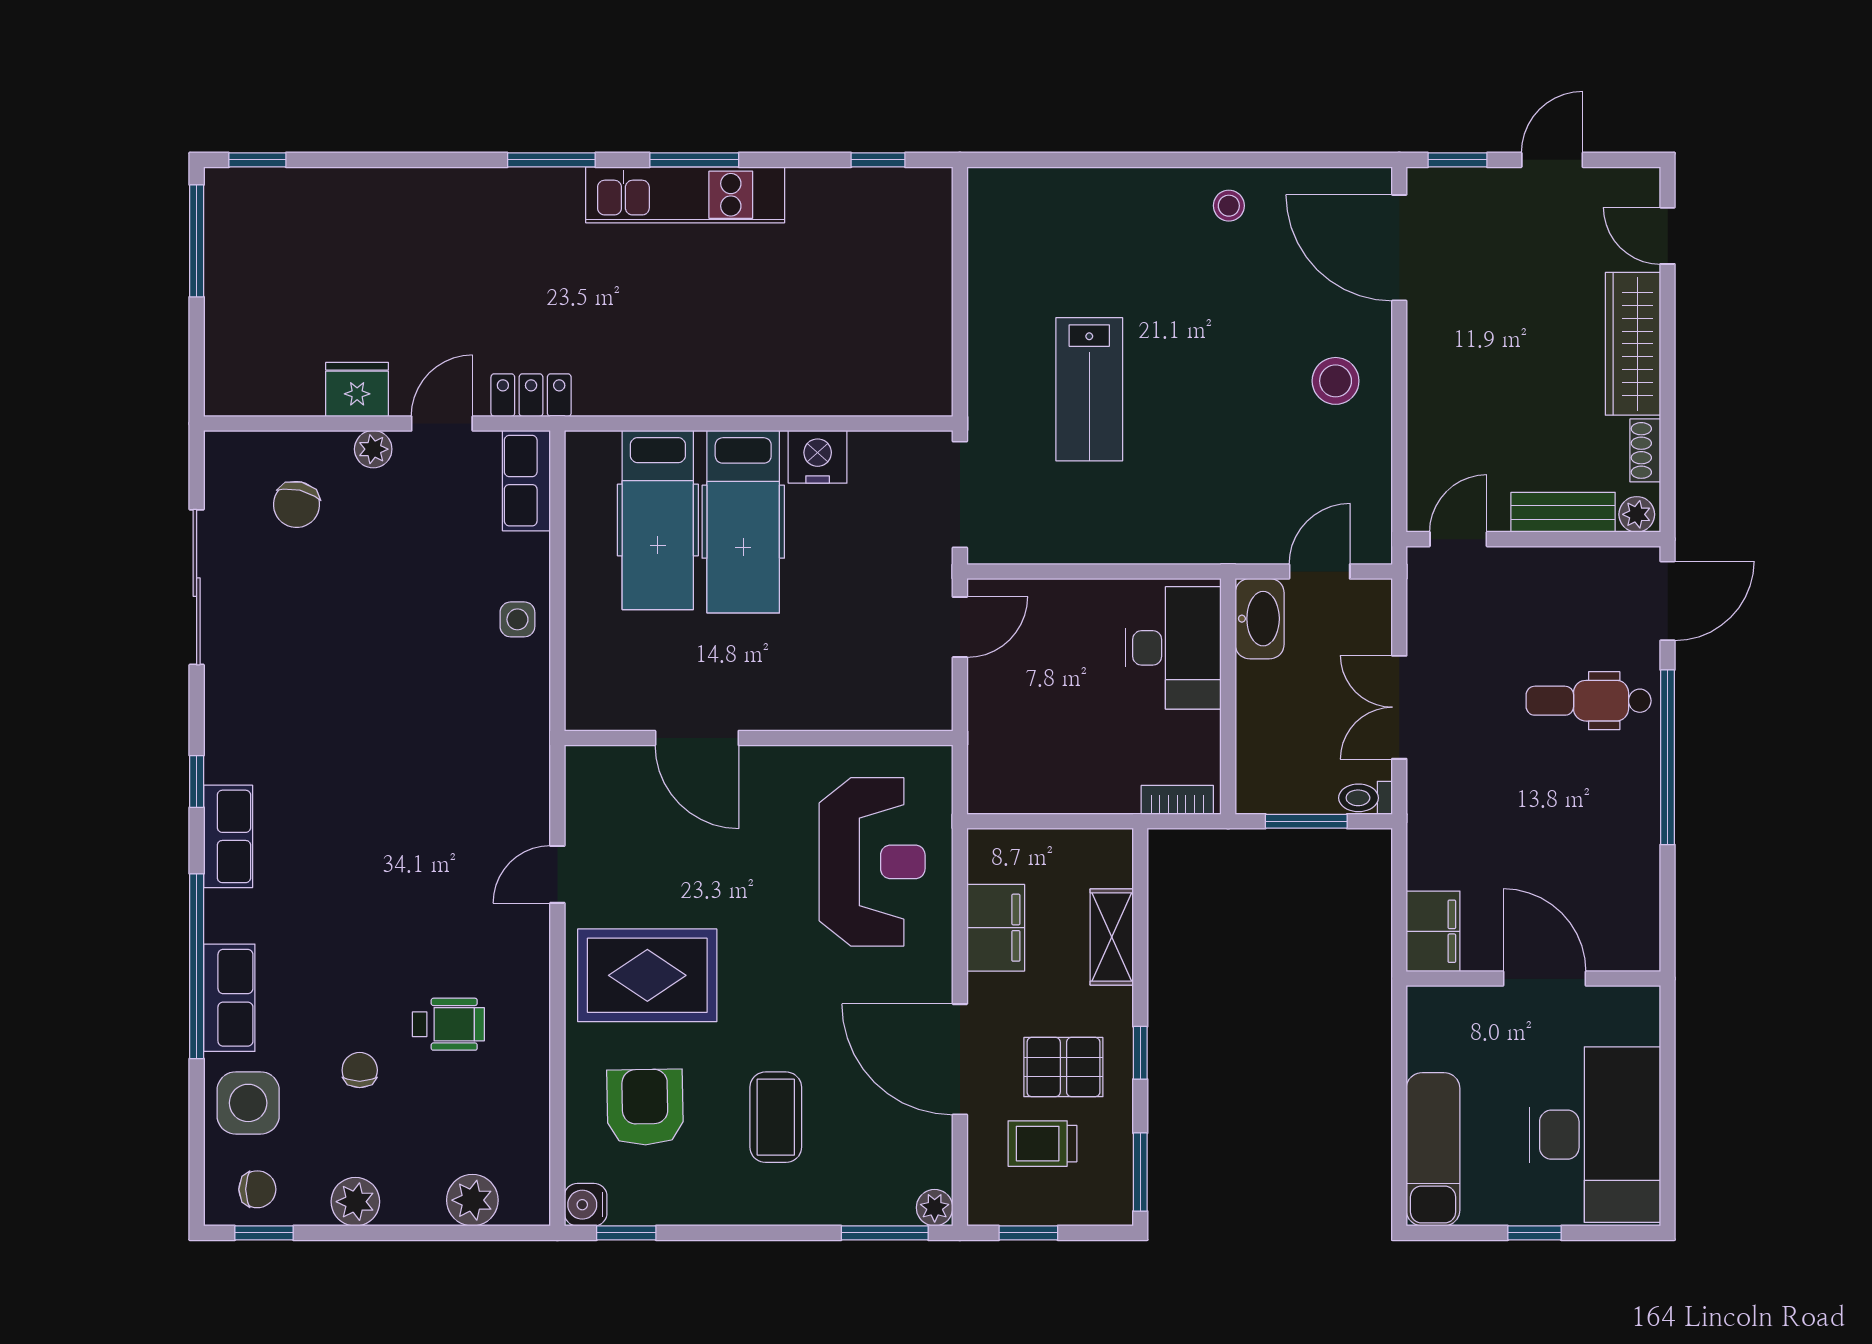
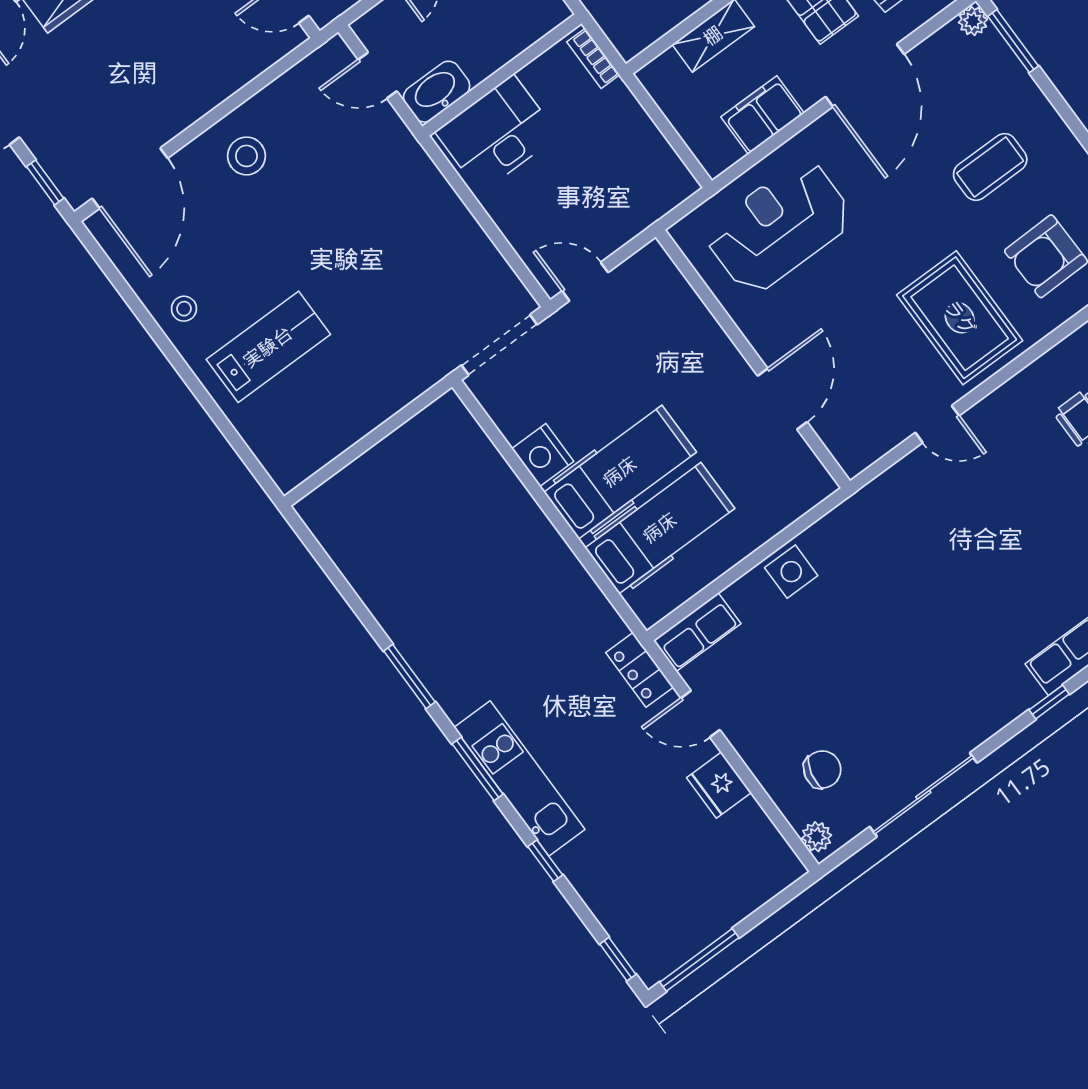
window: (878, 160) -> (545, 861), moved
kitchen unit: (685, 195) -> (519, 778), moved
lab bench: (1089, 389) -> (268, 347), moved
plant: (373, 449) -> (817, 837), moved
side table: (517, 619) -> (791, 572), width x1.37, depth x1.37

